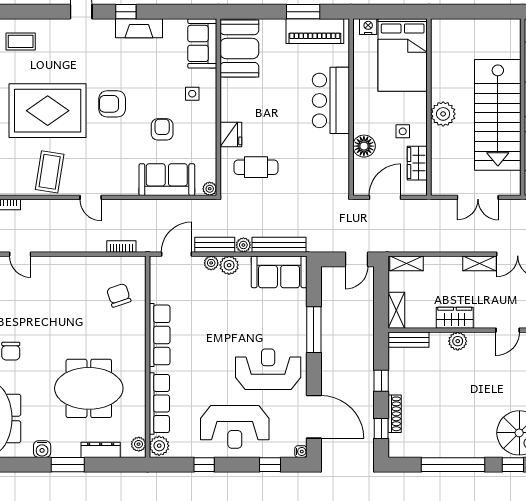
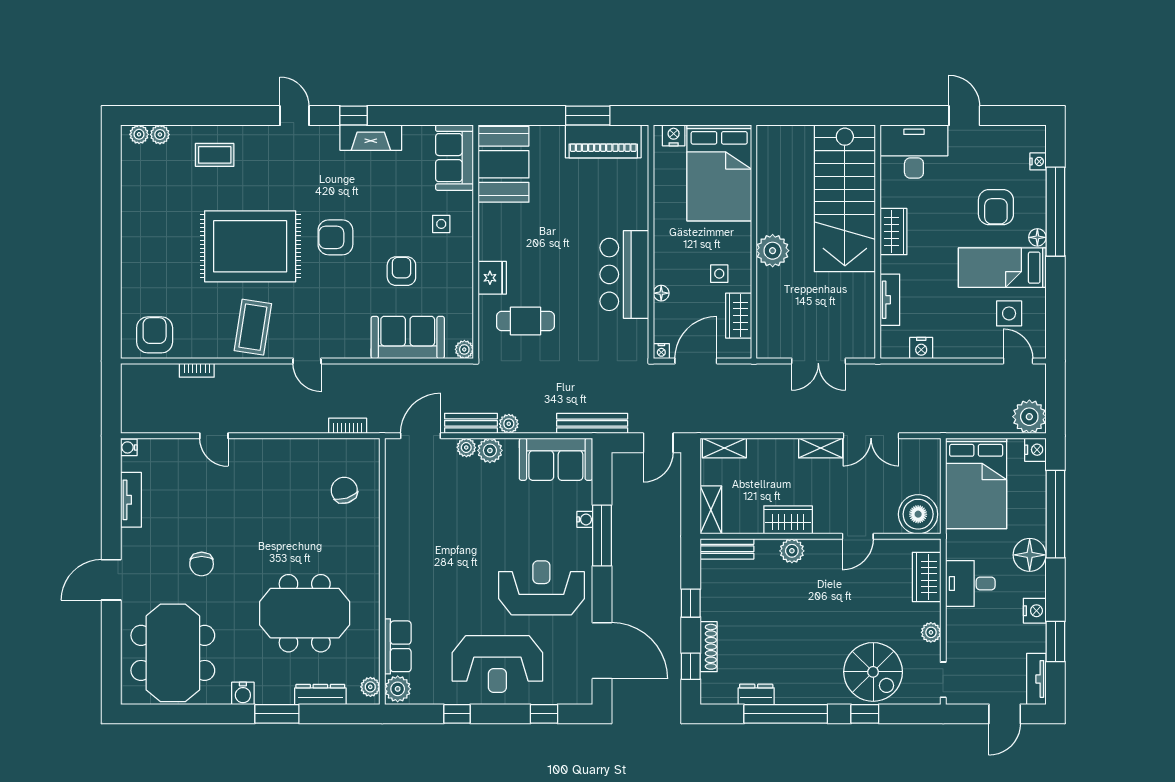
bar counter: (331, 100) -> (624, 274), moved
stairs: (498, 115) -> (845, 198), moved
floor lamp: (364, 146) -> (661, 293), width x0.53, depth x0.53
nightstand: (359, 190) -> (661, 351), added
bench: (279, 245) -> (592, 423), moved
row of seats: (160, 335) -> (398, 543), removed
row of seats: (159, 404) -> (398, 646), width x0.68
dresser: (431, 450) -> (756, 694), added
water cooler: (301, 452) -> (585, 519), moved

